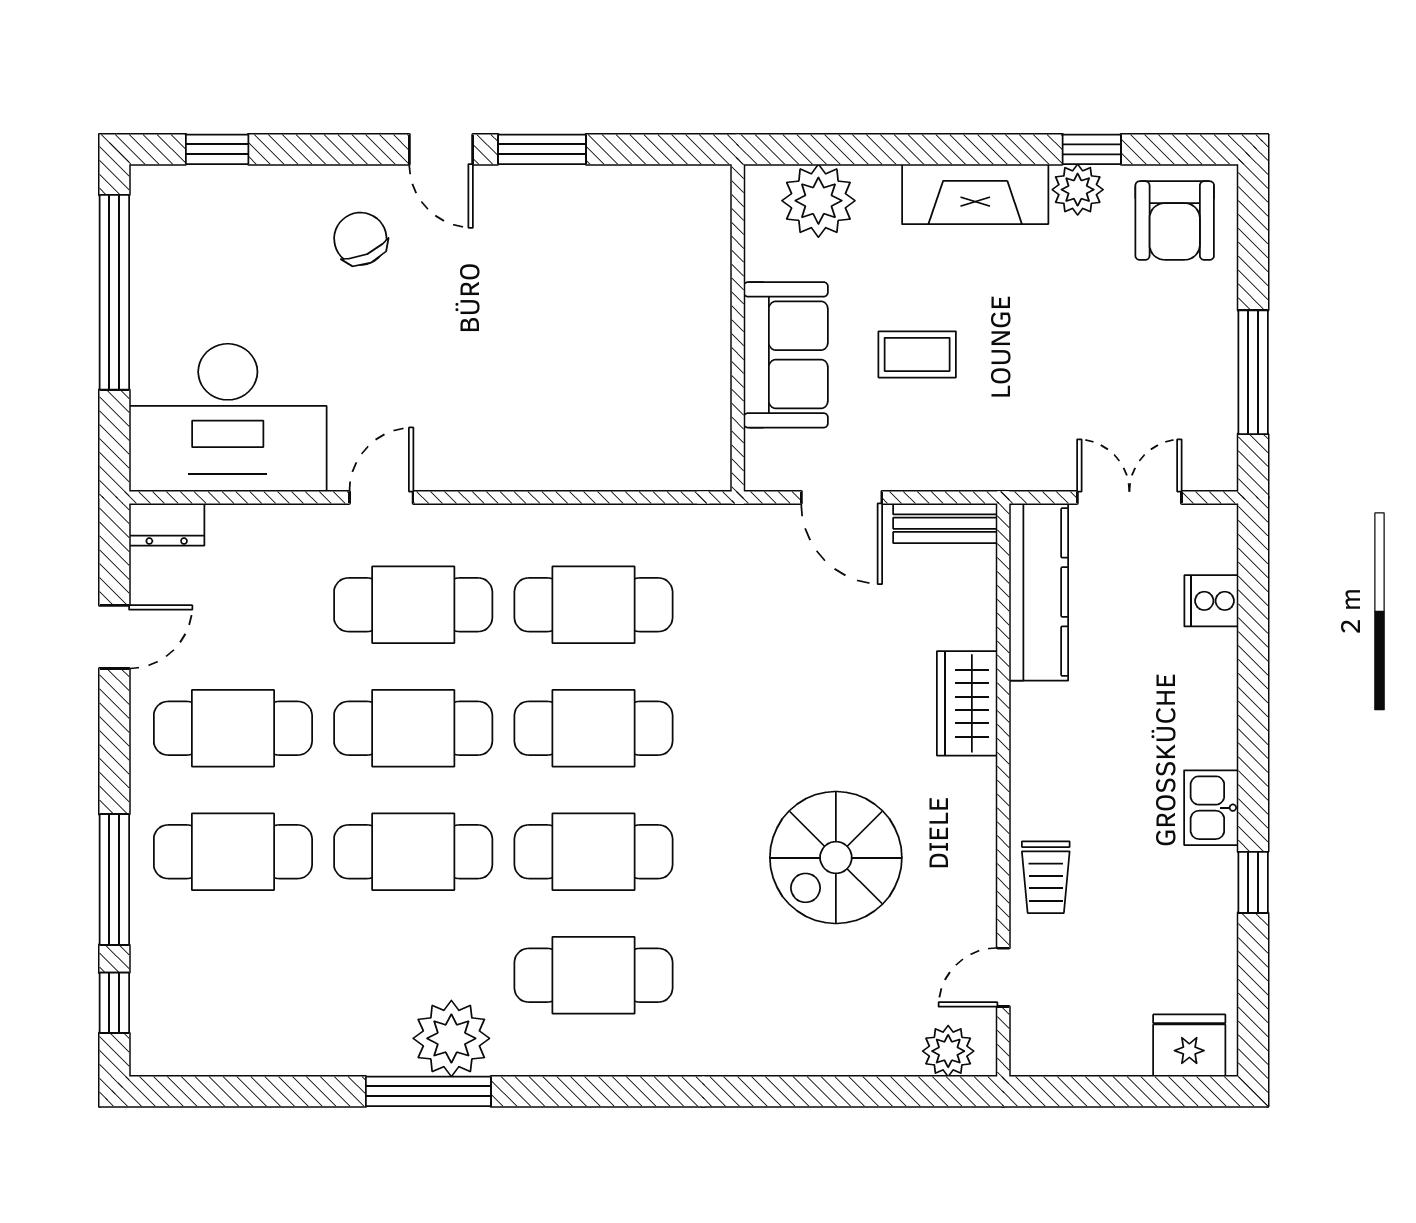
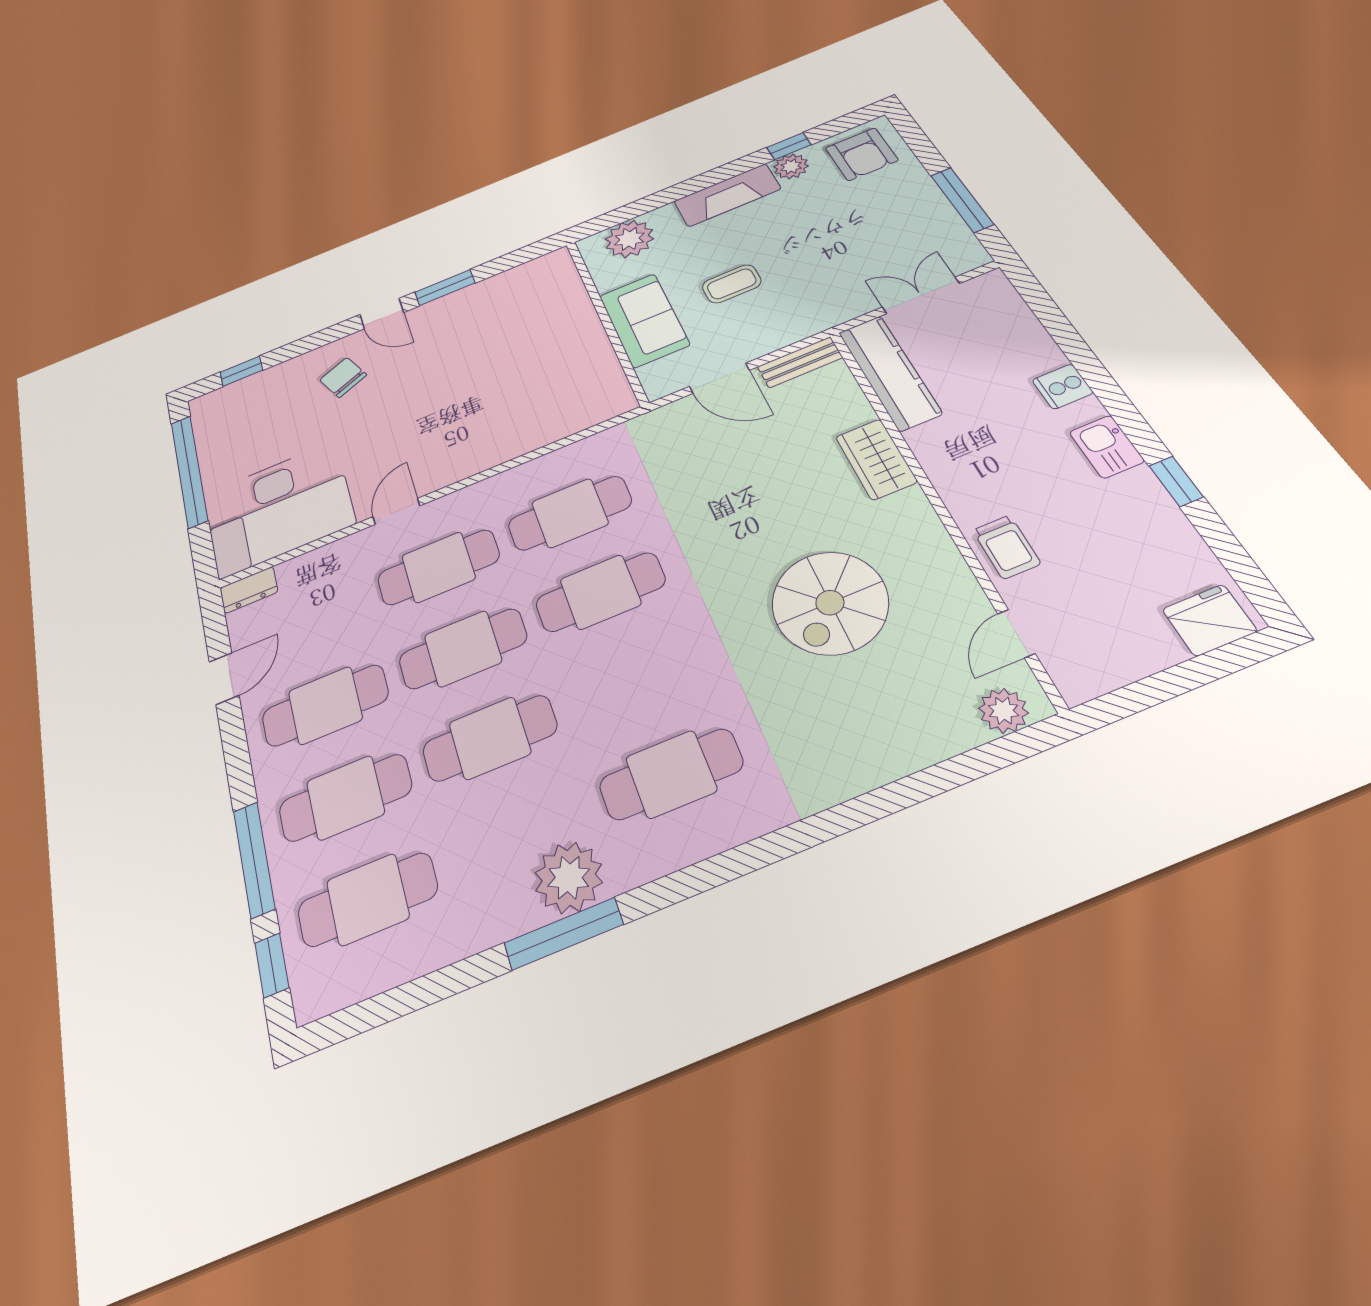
cooker: (1211, 601) -> (1063, 386), moved
cafe table: (593, 852) -> (368, 899), moved

